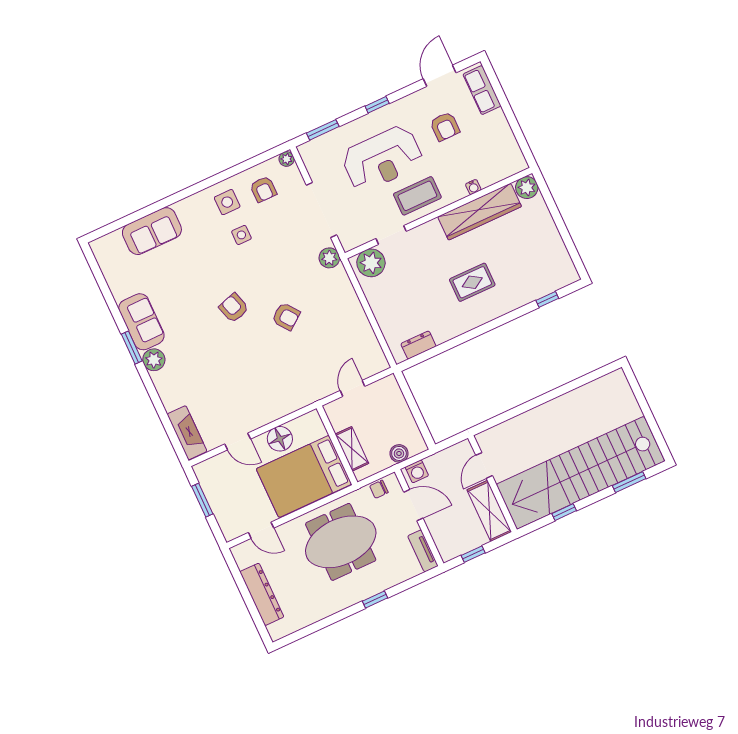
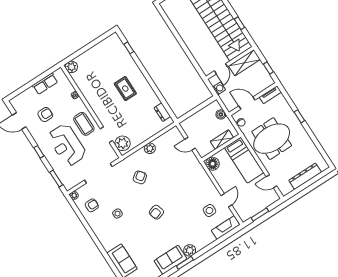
row of seats: (482, 90) -> (45, 84), moved
reception desk: (382, 159) -> (67, 145), turned 180
side table: (227, 202) -> (209, 211), moved
wardrobe: (480, 212) -> (88, 90), removed
plant: (329, 258) -> (150, 148), moved
armchair: (286, 316) -> (140, 177), moved
floor lamp: (280, 439) -> (213, 164), moved
door: (484, 465) -> (221, 69), hinge flipped
washing machine: (417, 471) -> (219, 88), moved
bed: (304, 476) -> (244, 160), width x0.67
door: (413, 505) -> (247, 103), hinge flipped
door: (261, 530) -> (271, 181), swing flipped
meeting table: (341, 542) -> (272, 139), turned 90

